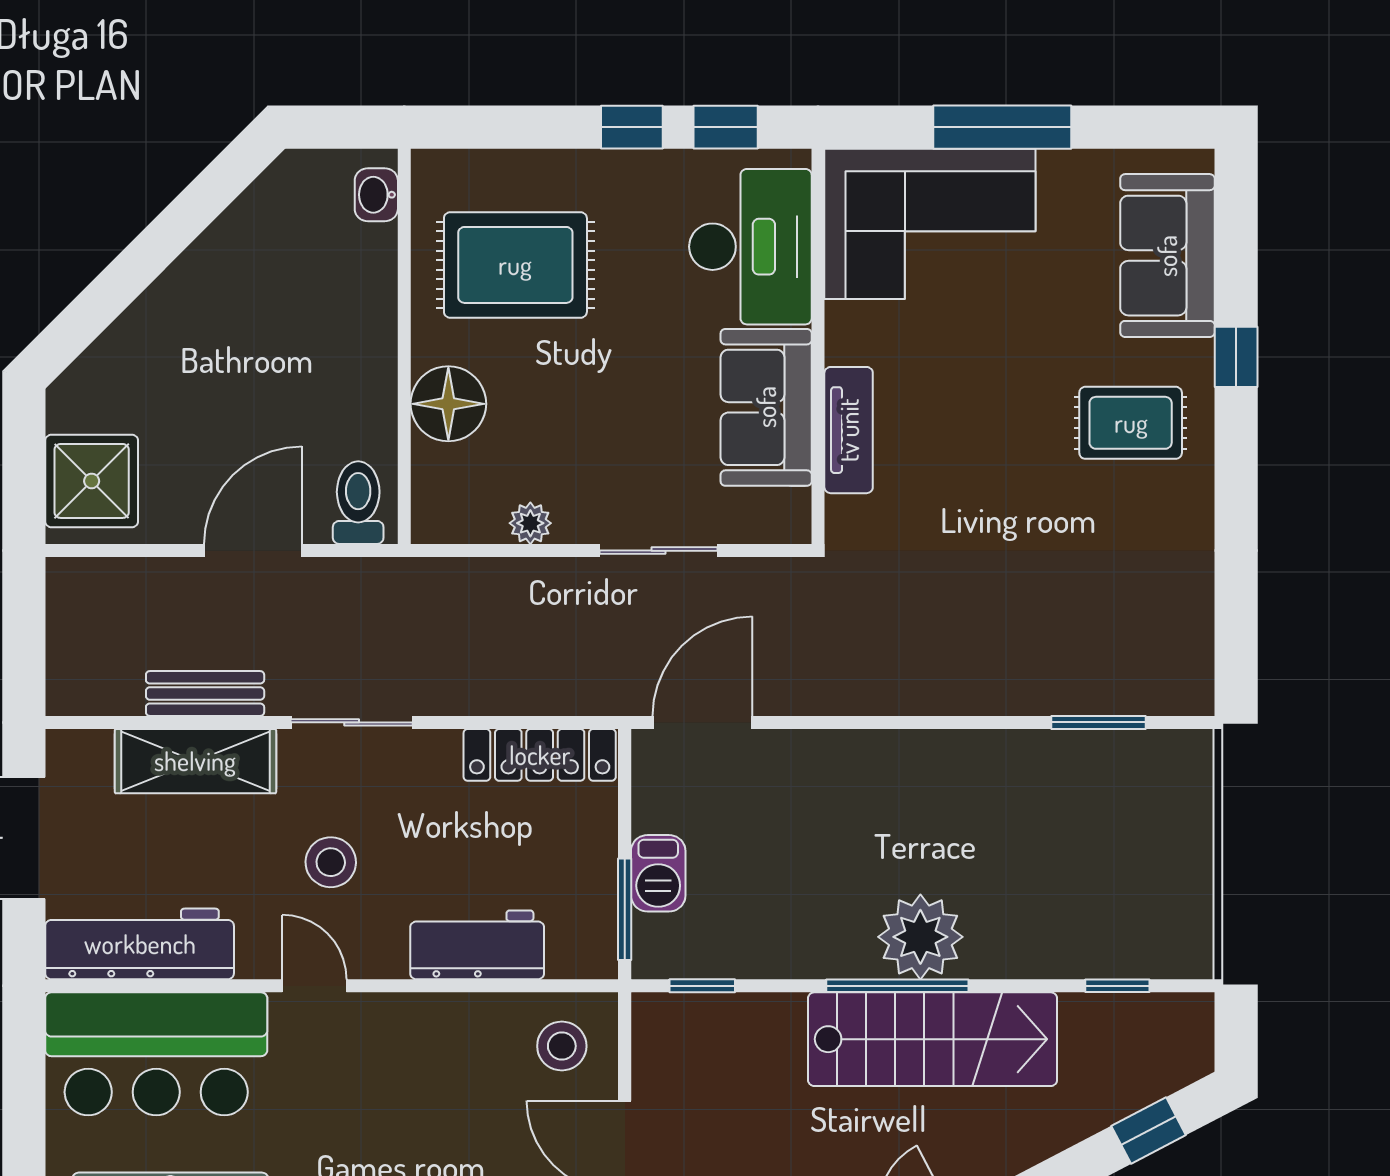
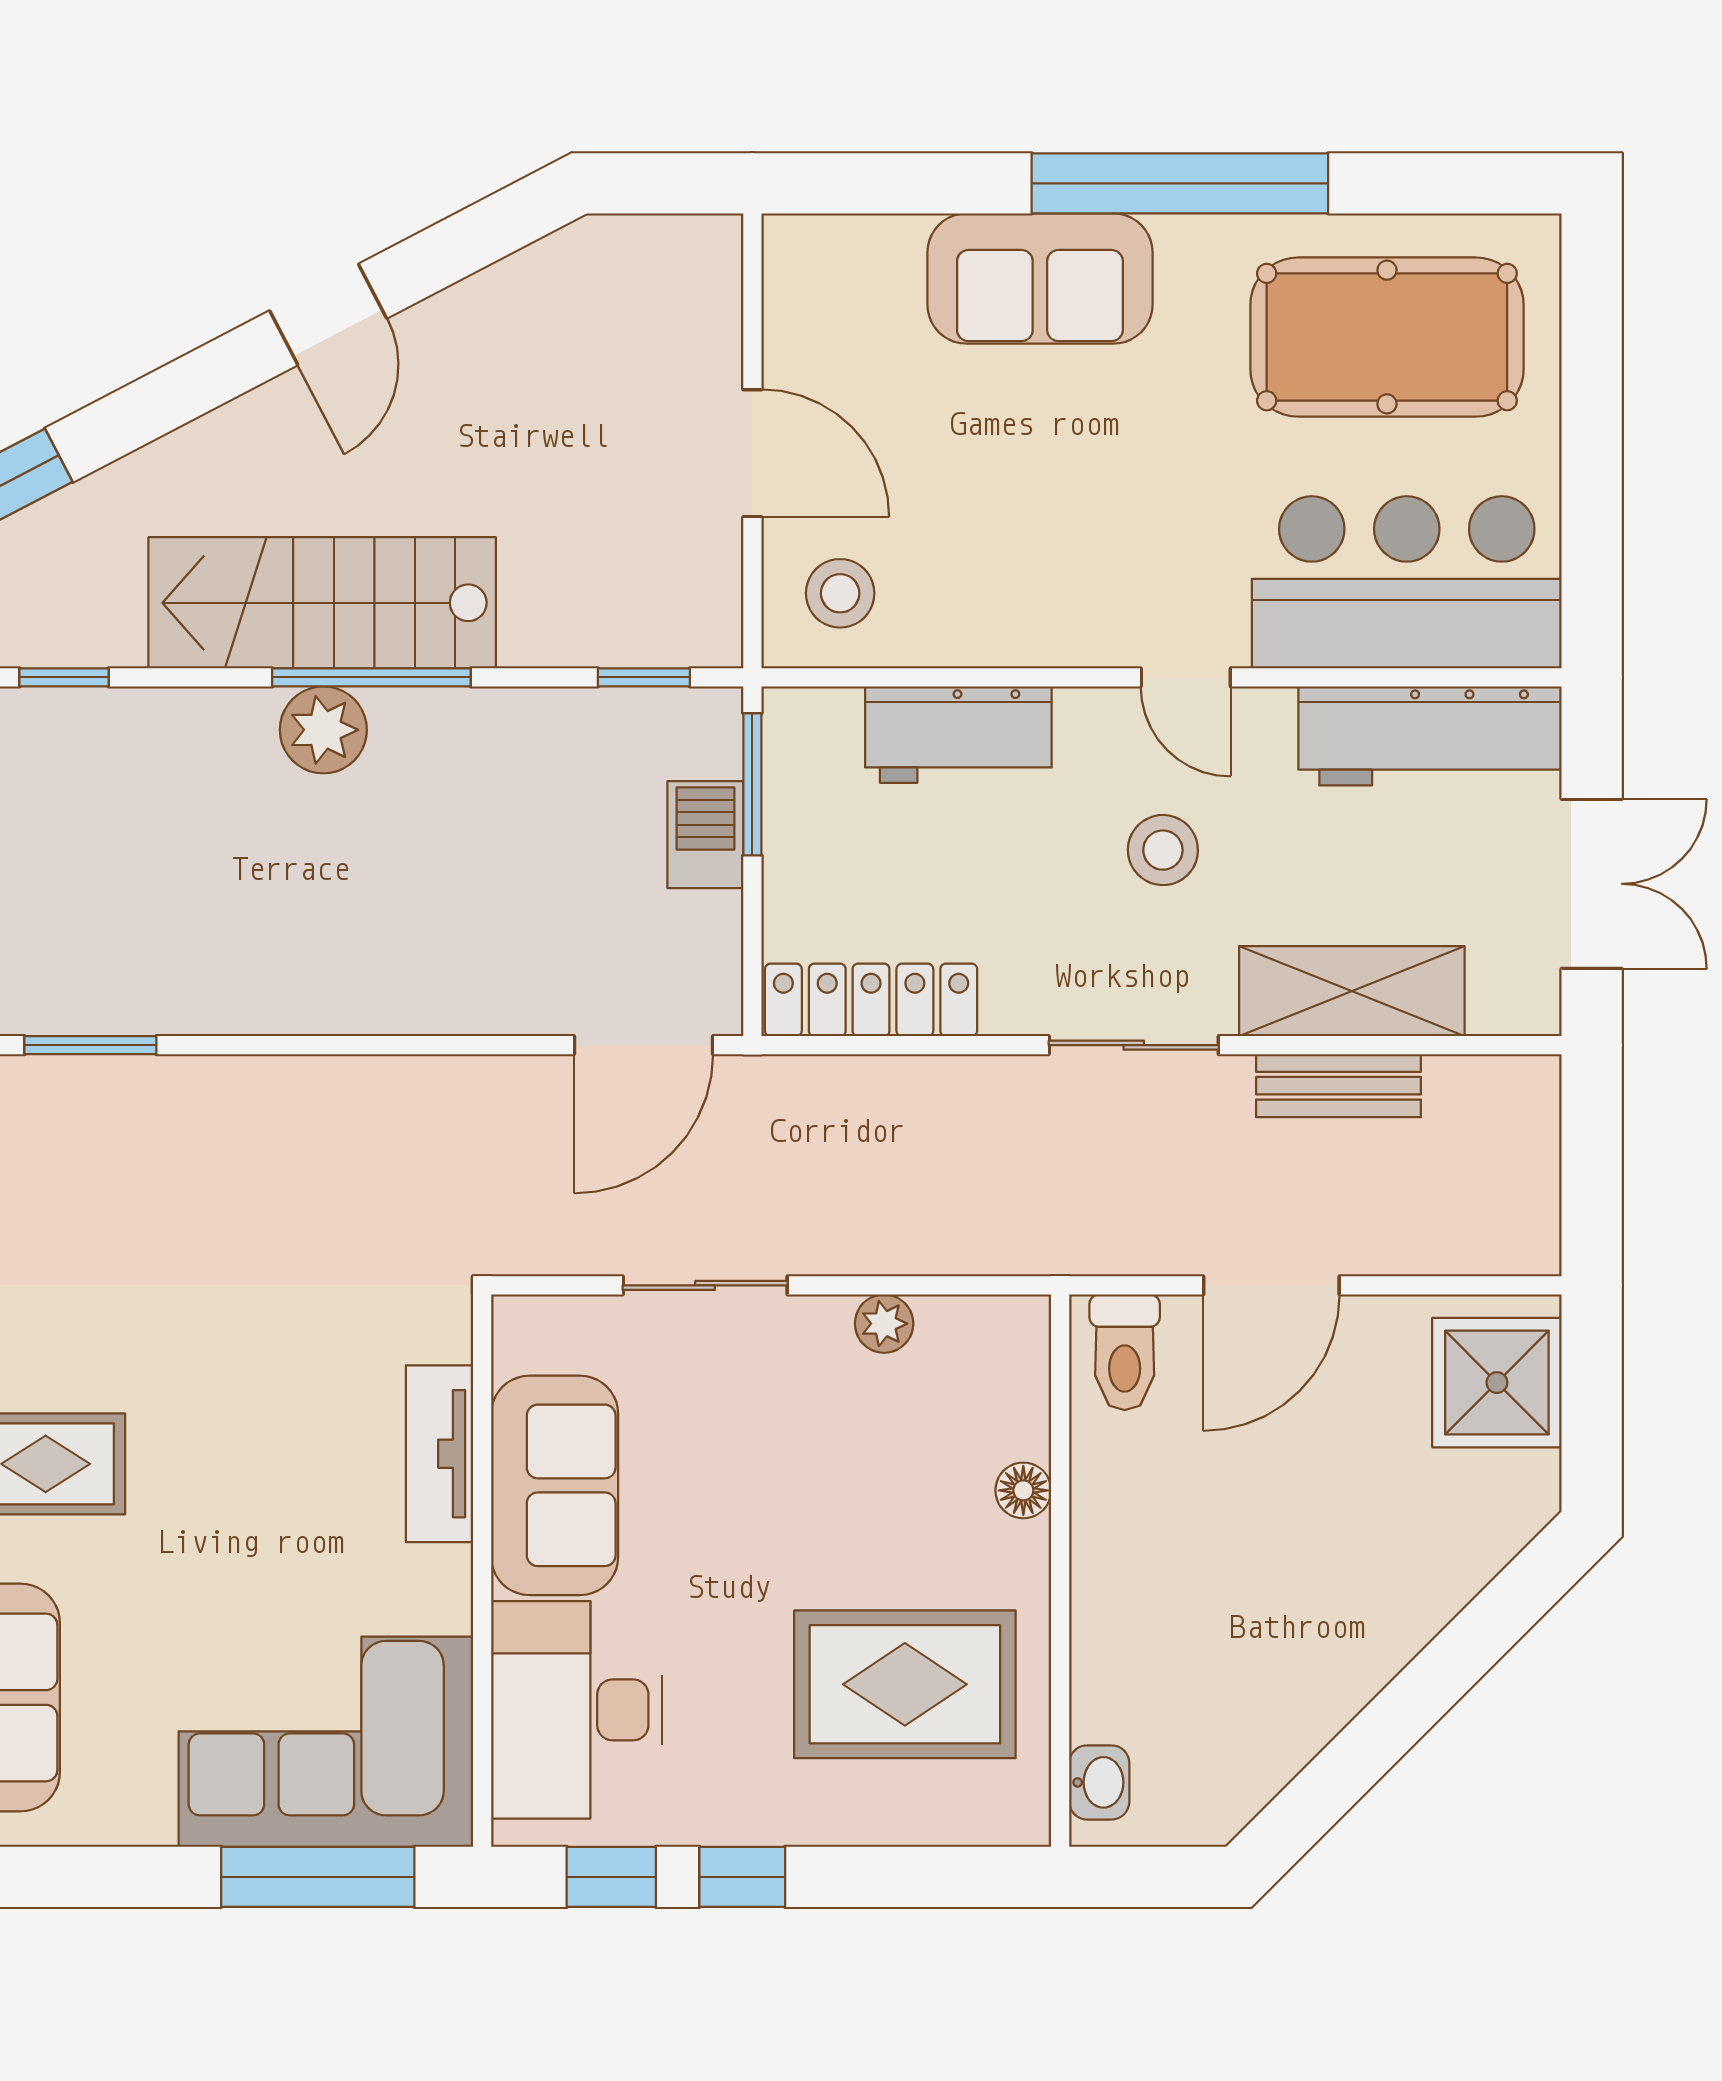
window: (1002, 127) -> (318, 1877), moved
floor lamp: (448, 404) -> (1023, 1490), width x0.53, depth x0.53
plant: (920, 937) -> (323, 730), width x0.73, depth x0.73

